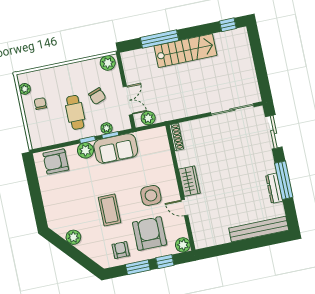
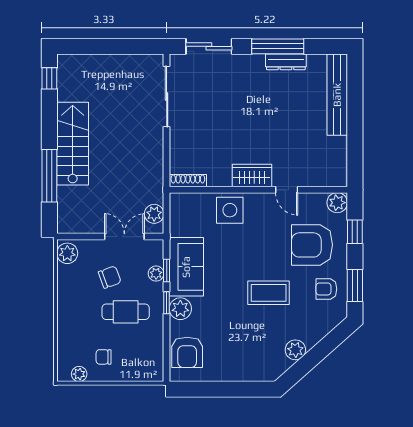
side table: (151, 195) -> (230, 210), moved
door: (185, 208) -> (287, 190), hinge flipped
window: (138, 267) -> (355, 286), moved

